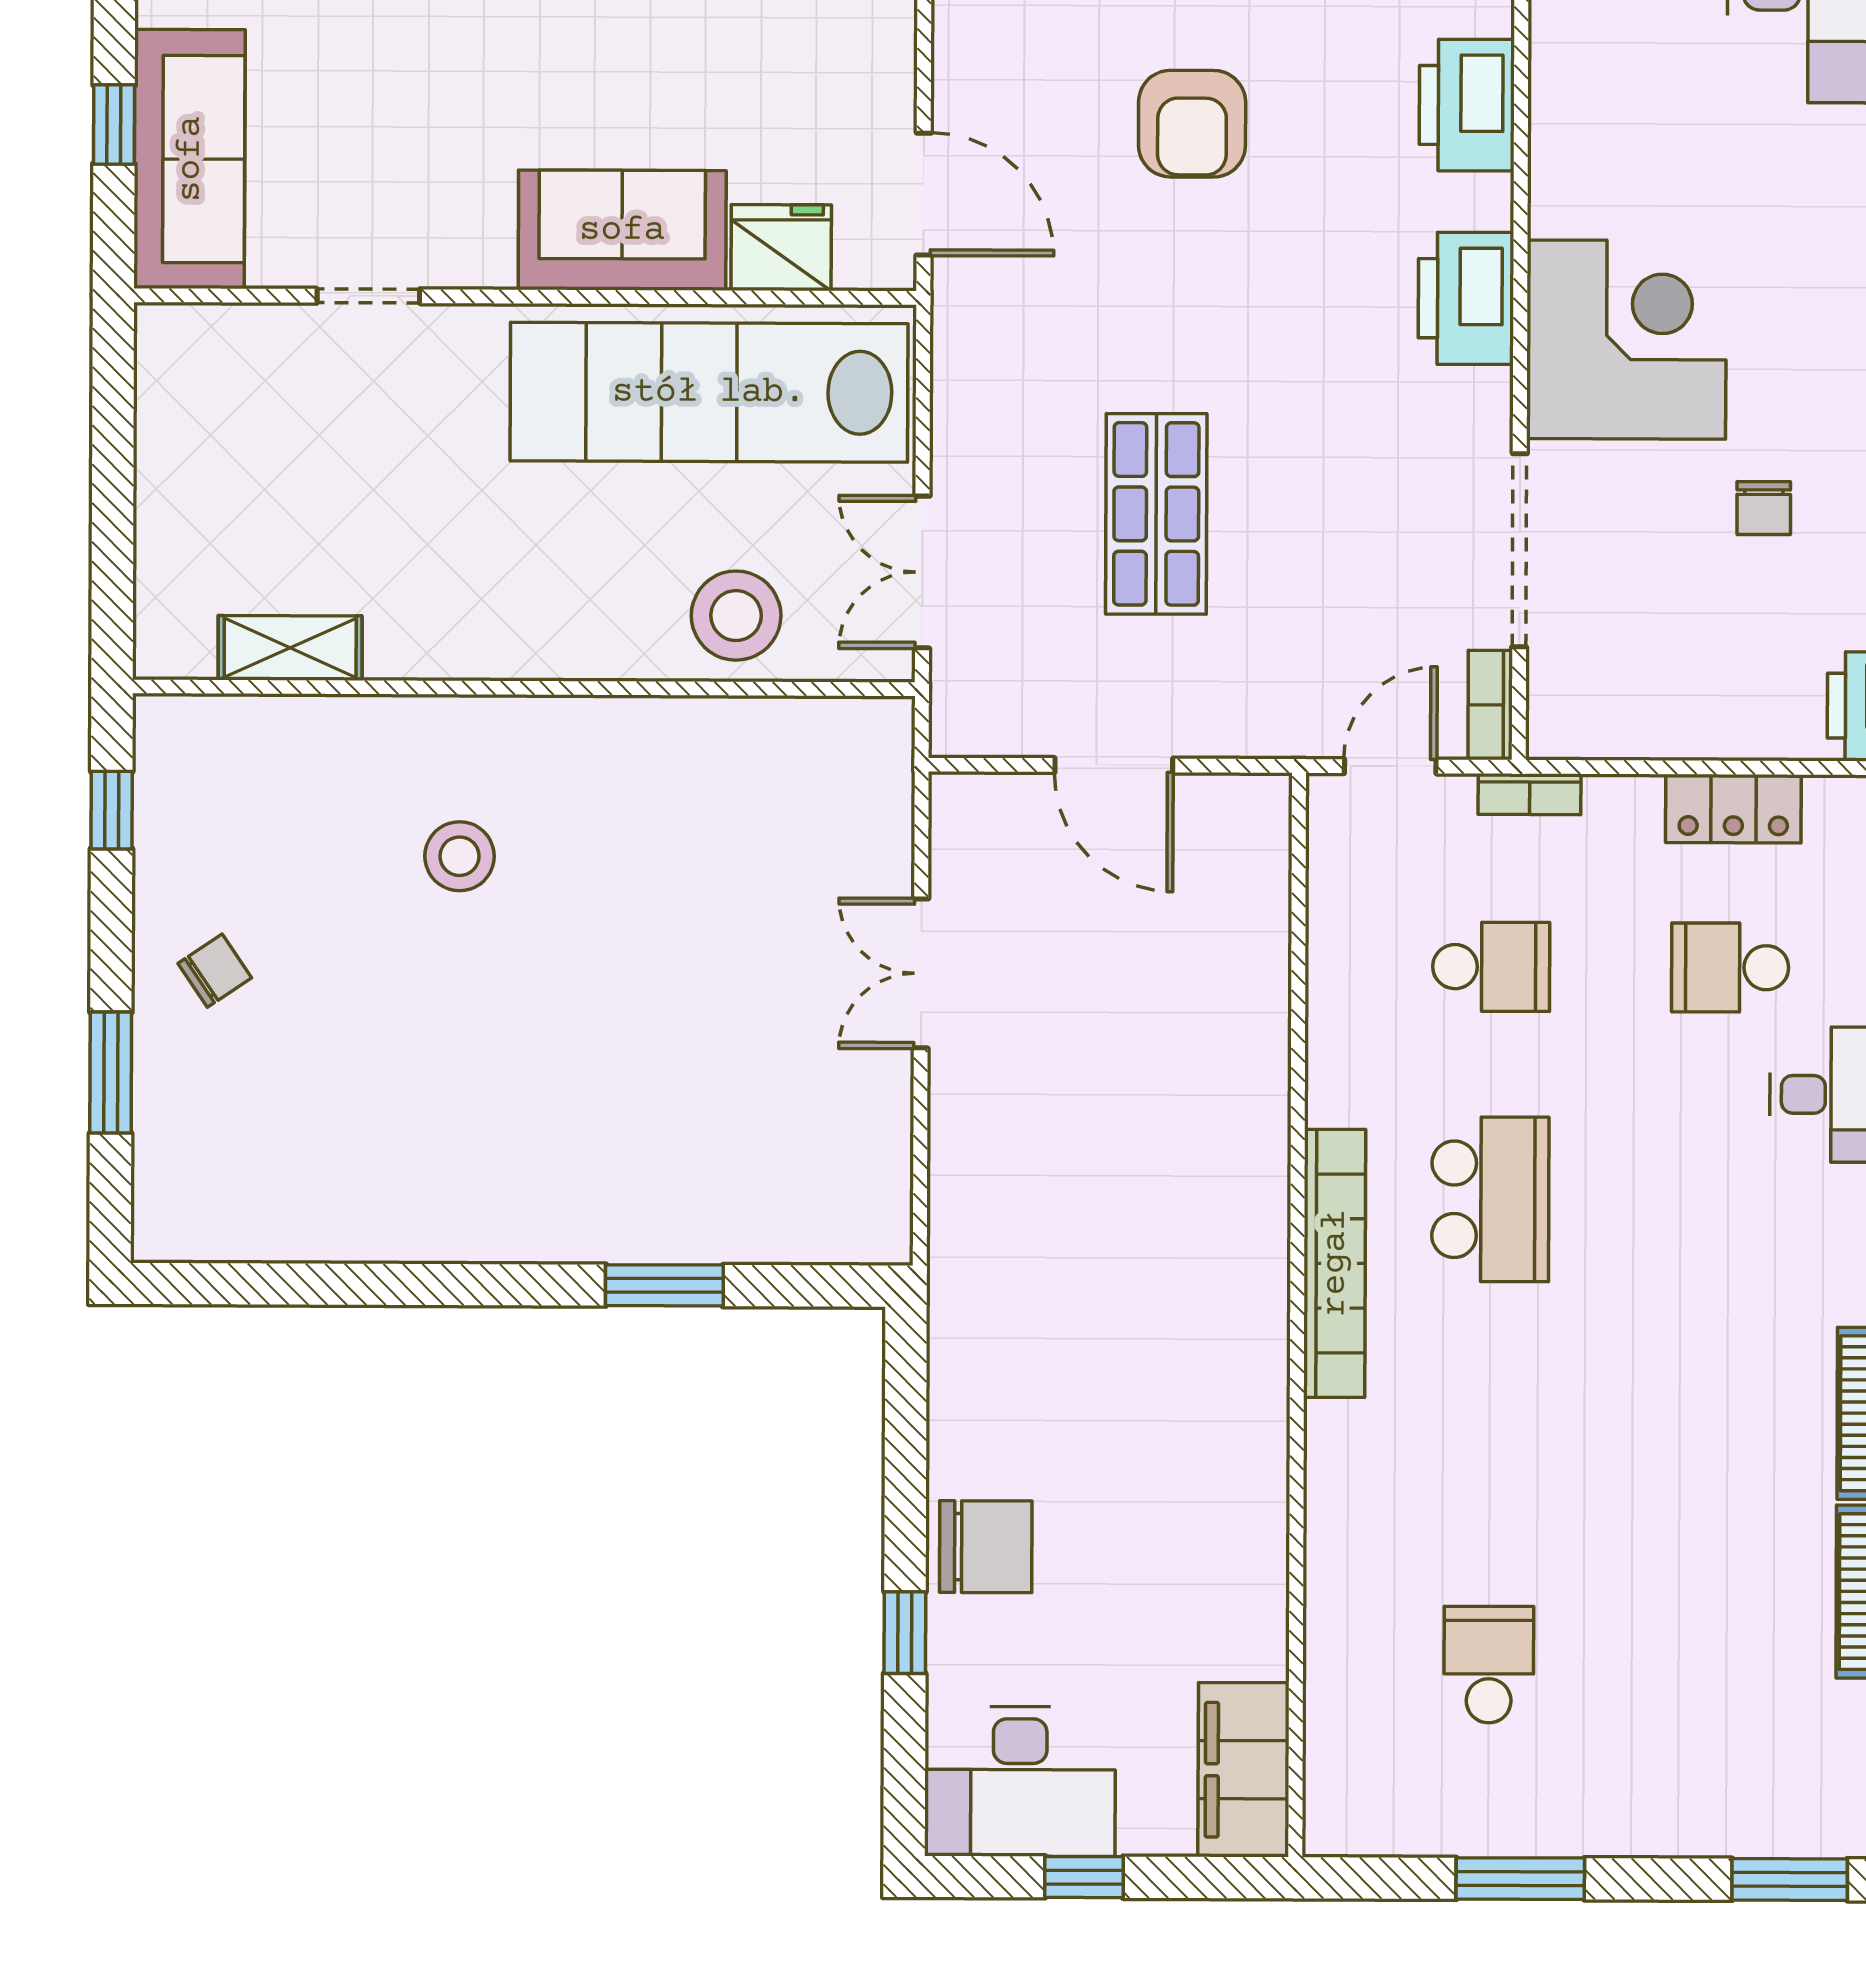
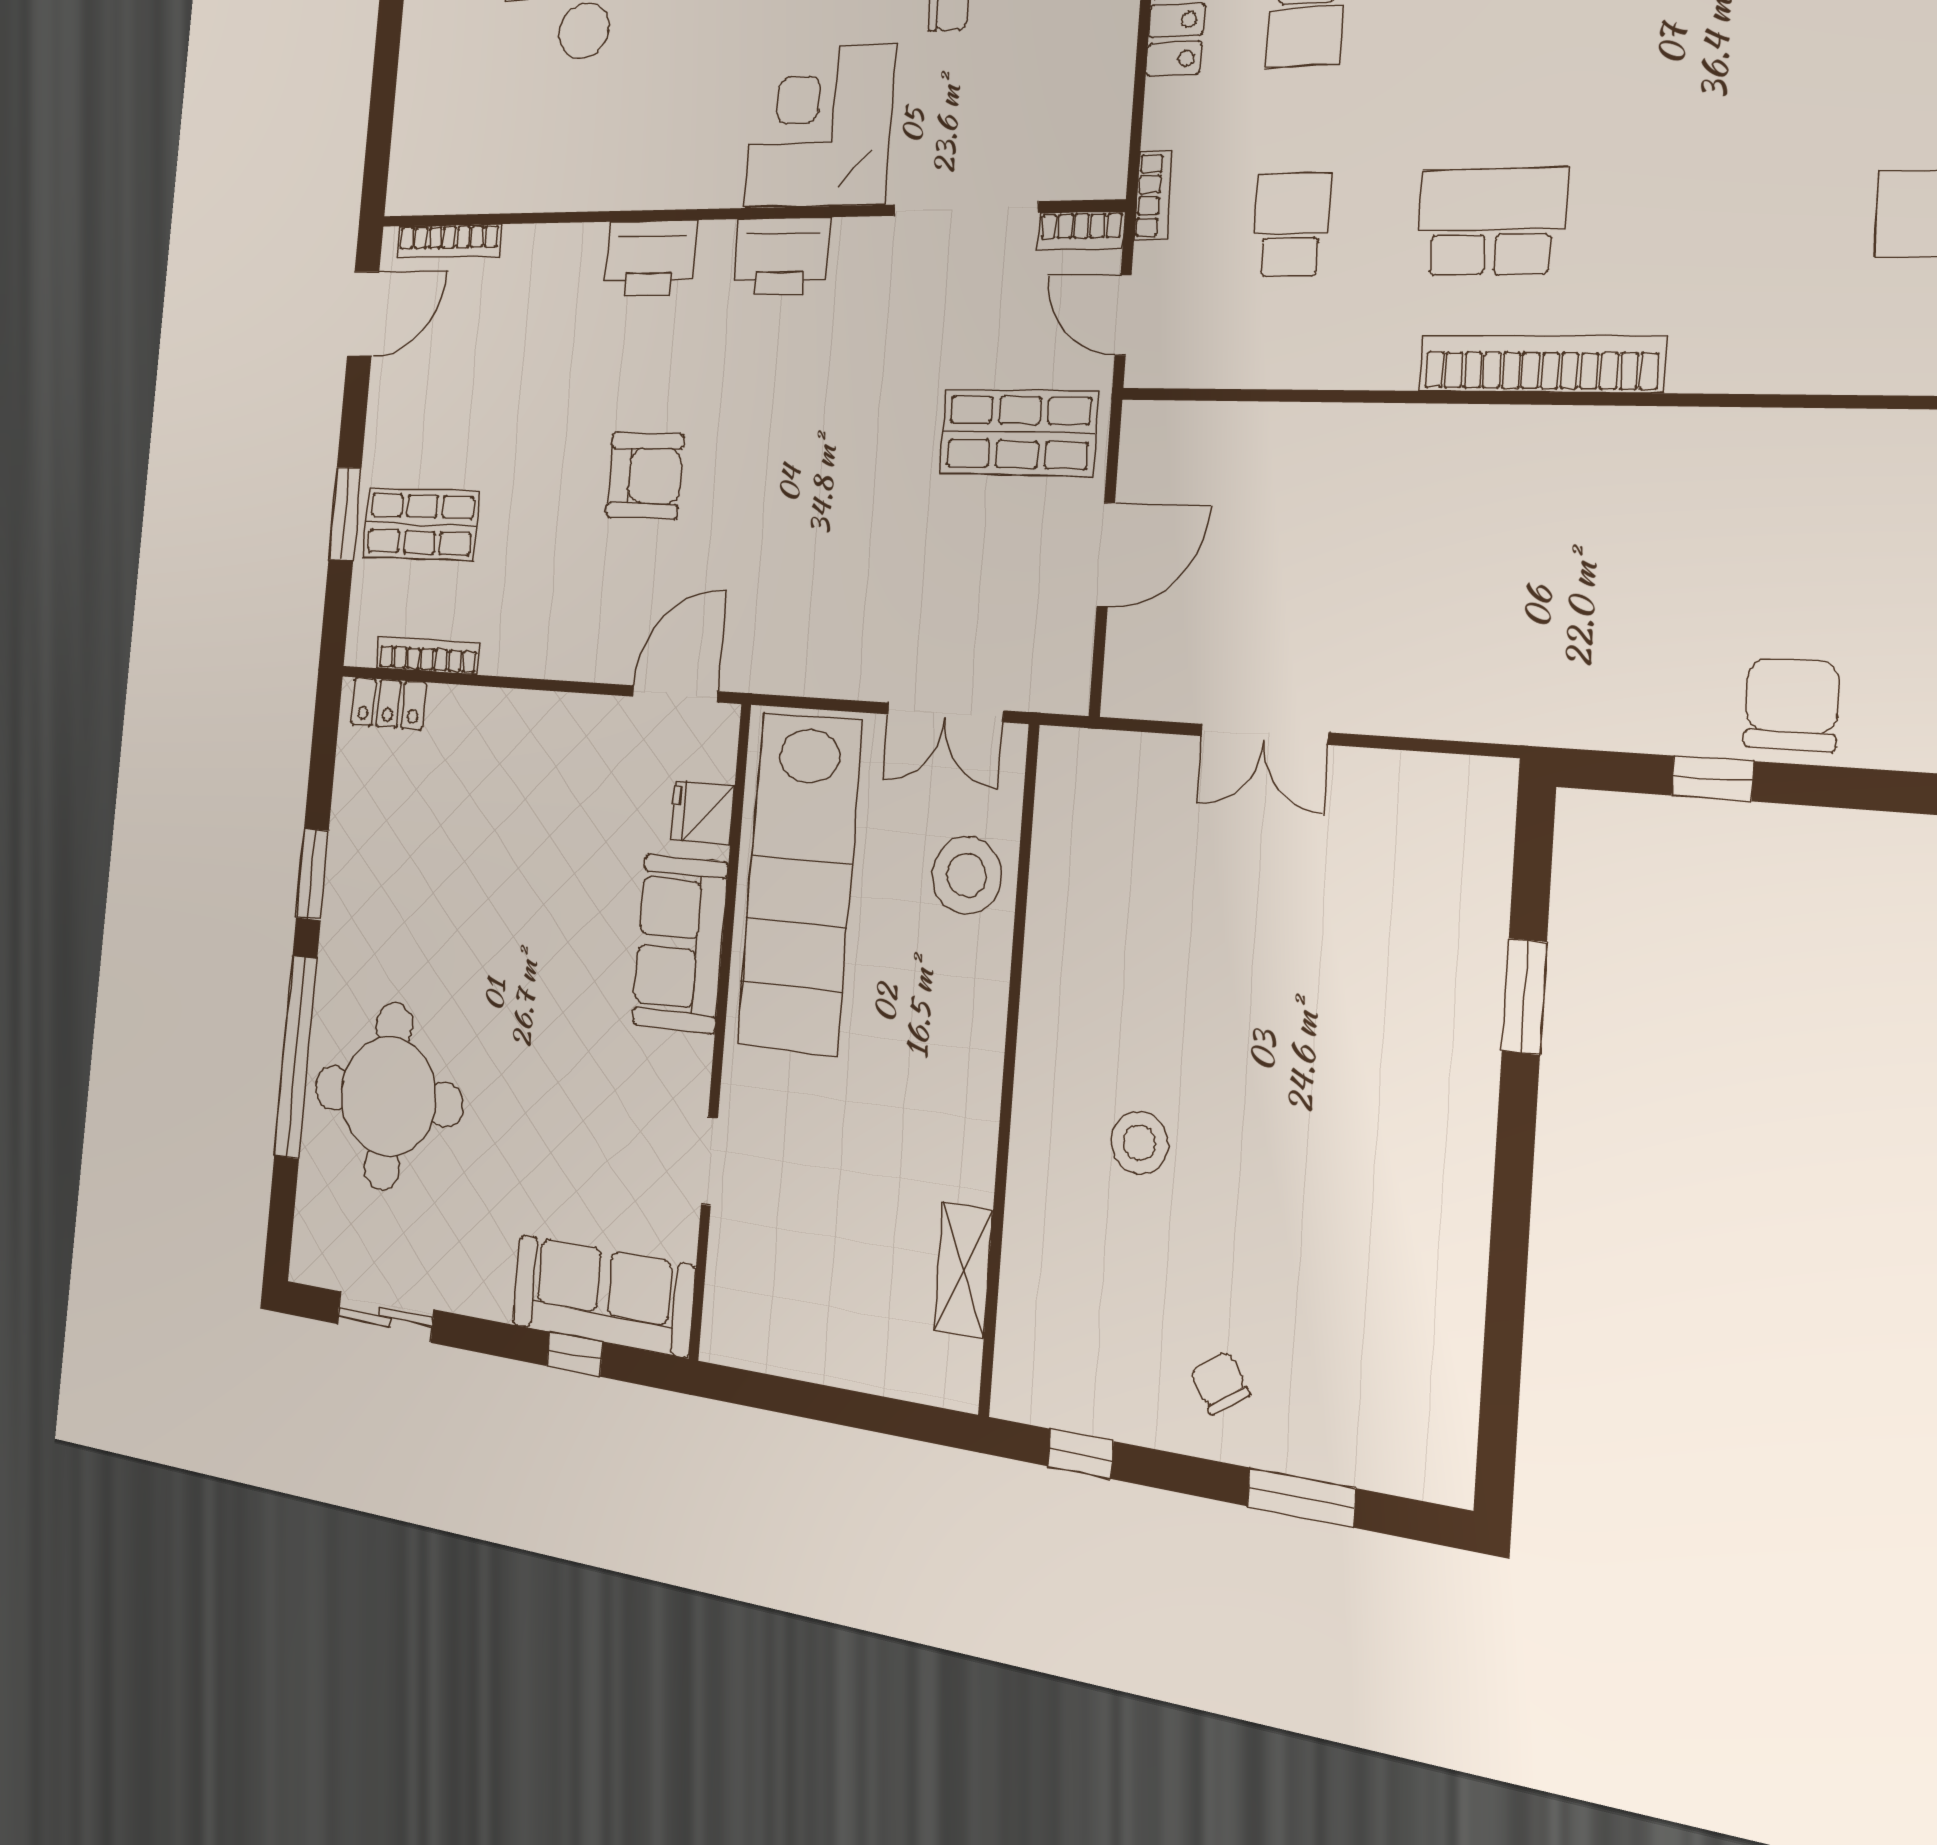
fridge: (781, 248) -> (702, 813), width x0.72
shop shelf: (1156, 514) -> (1018, 432), moved
window: (905, 1633) -> (1713, 778), moved

